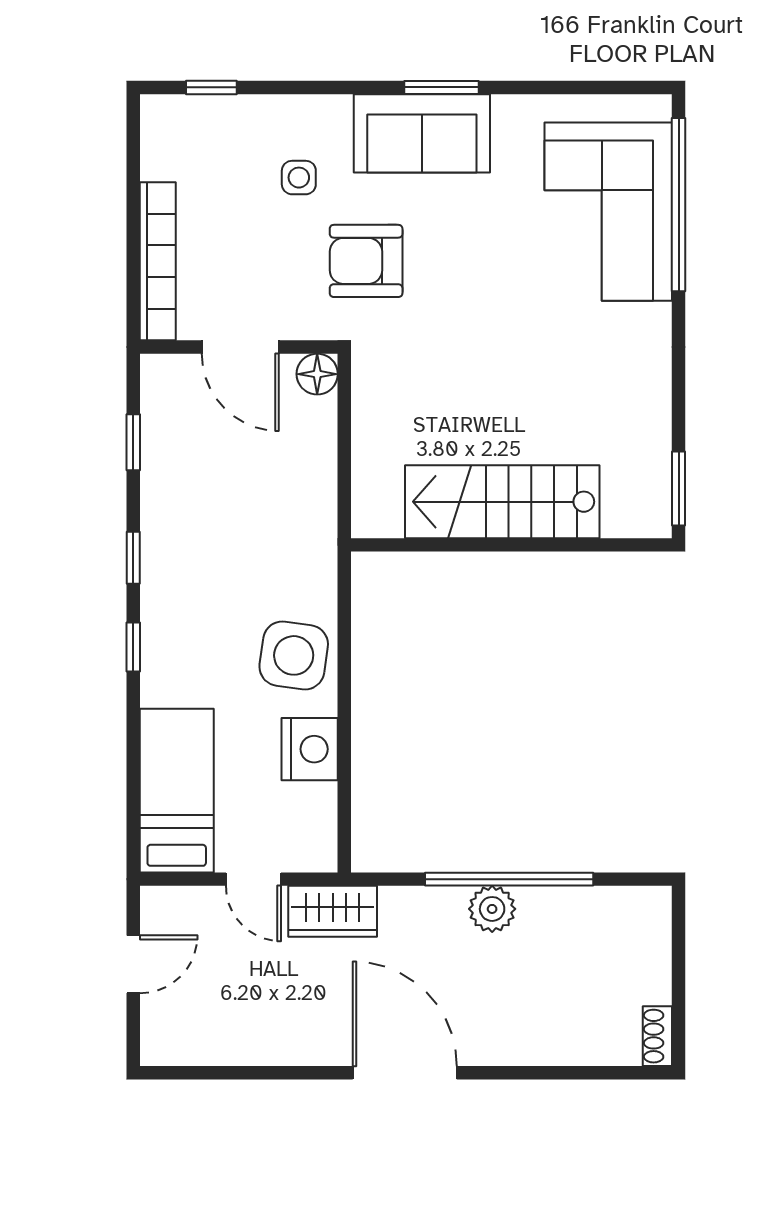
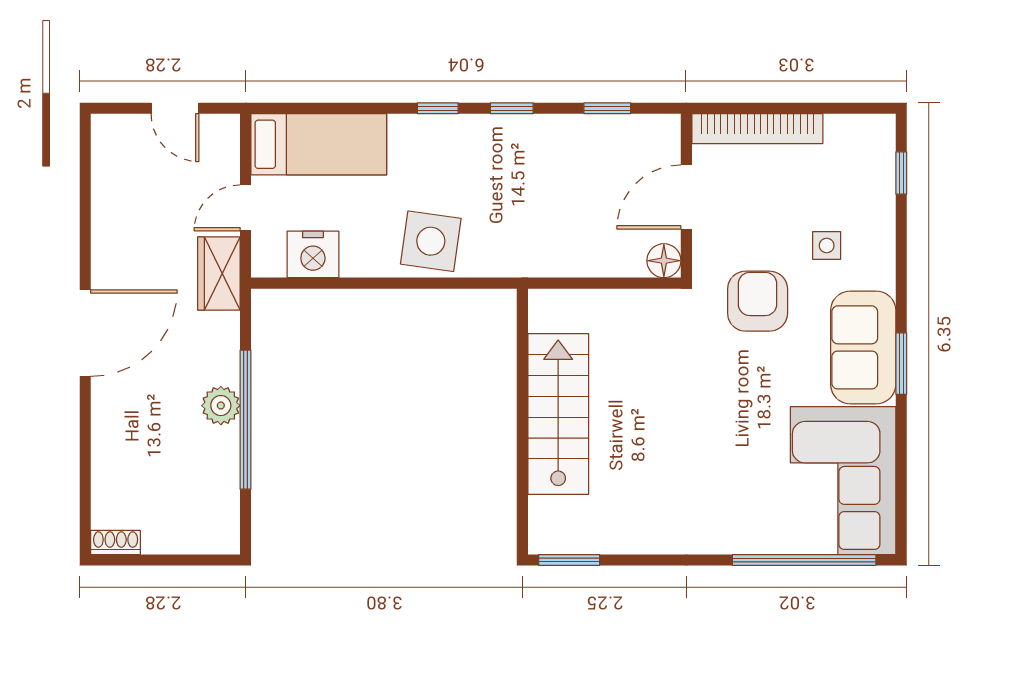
corner sofa: (608, 212) -> (843, 481), moved, turned -90
nightstand: (310, 749) -> (313, 254), moved

